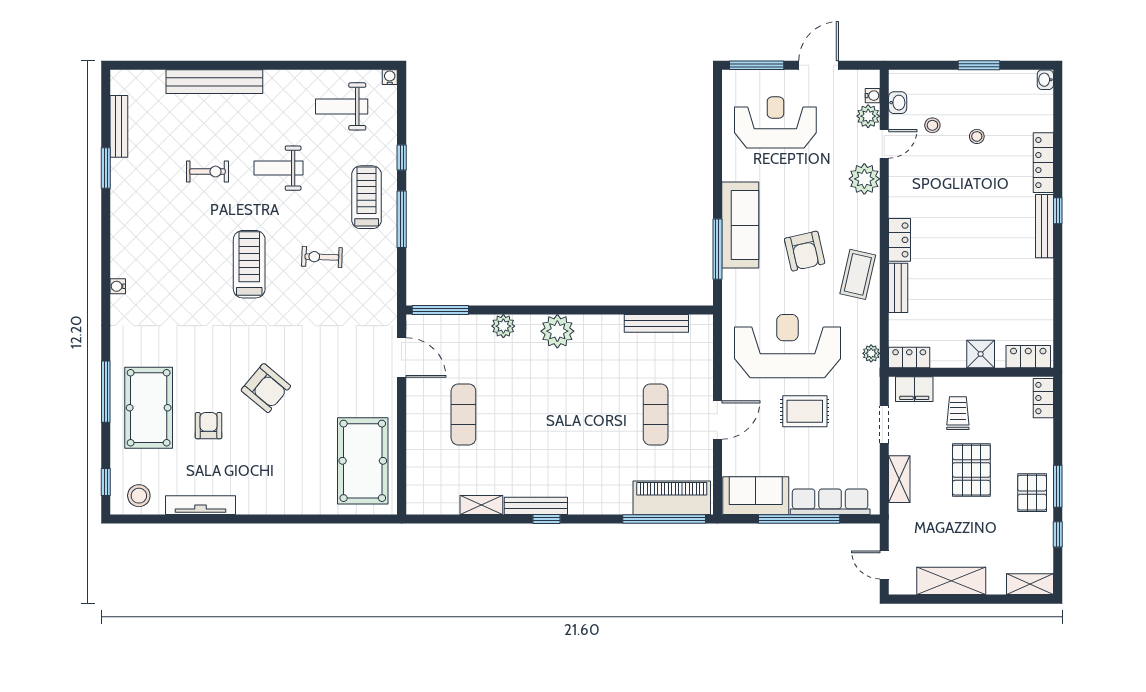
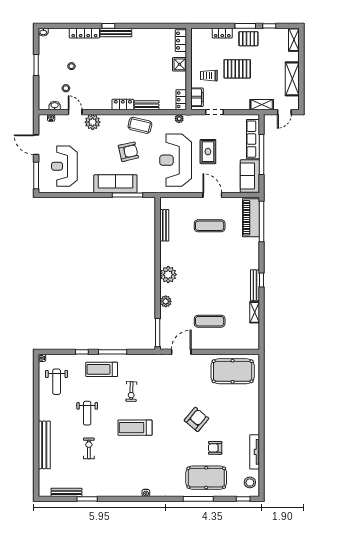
plant: (868, 116) -> (61, 120), removed
locker: (1043, 398) -> (222, 33), moved
shelving: (899, 479) -> (262, 105), moved

